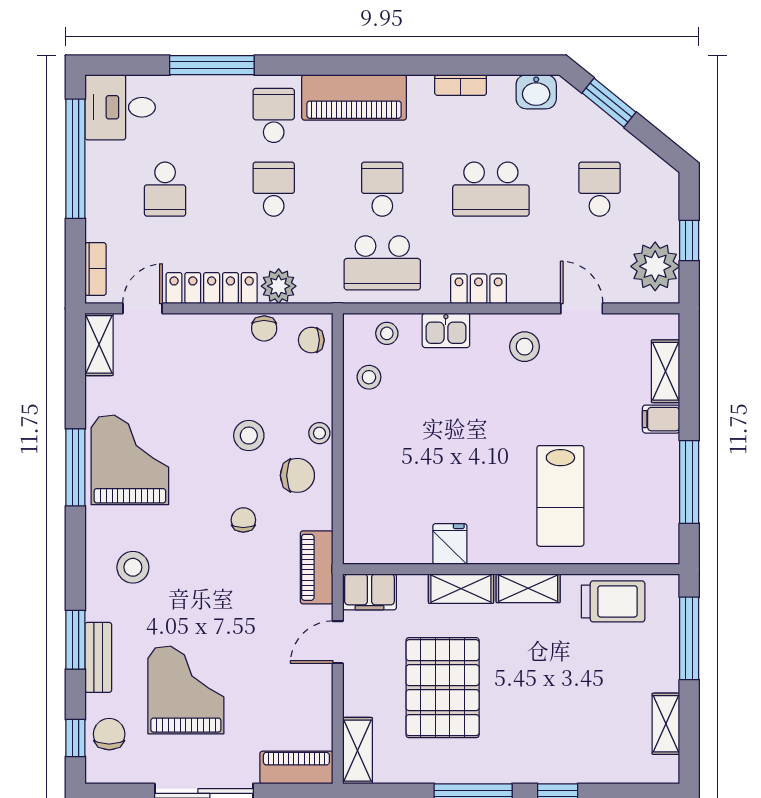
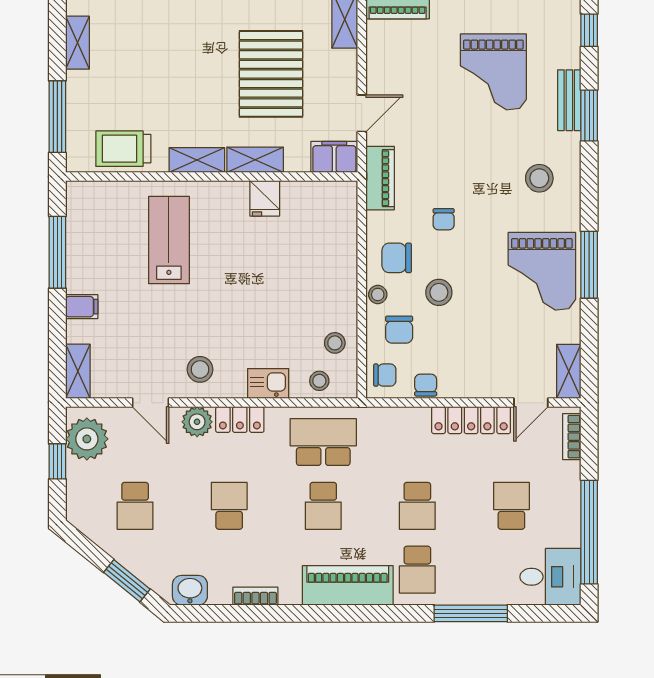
school desk: (491, 189) -> (229, 506), width x0.54
plant: (279, 286) -> (197, 422), moved
shelving: (666, 371) -> (78, 371), moved
chair: (109, 734) -> (399, 330), moved

